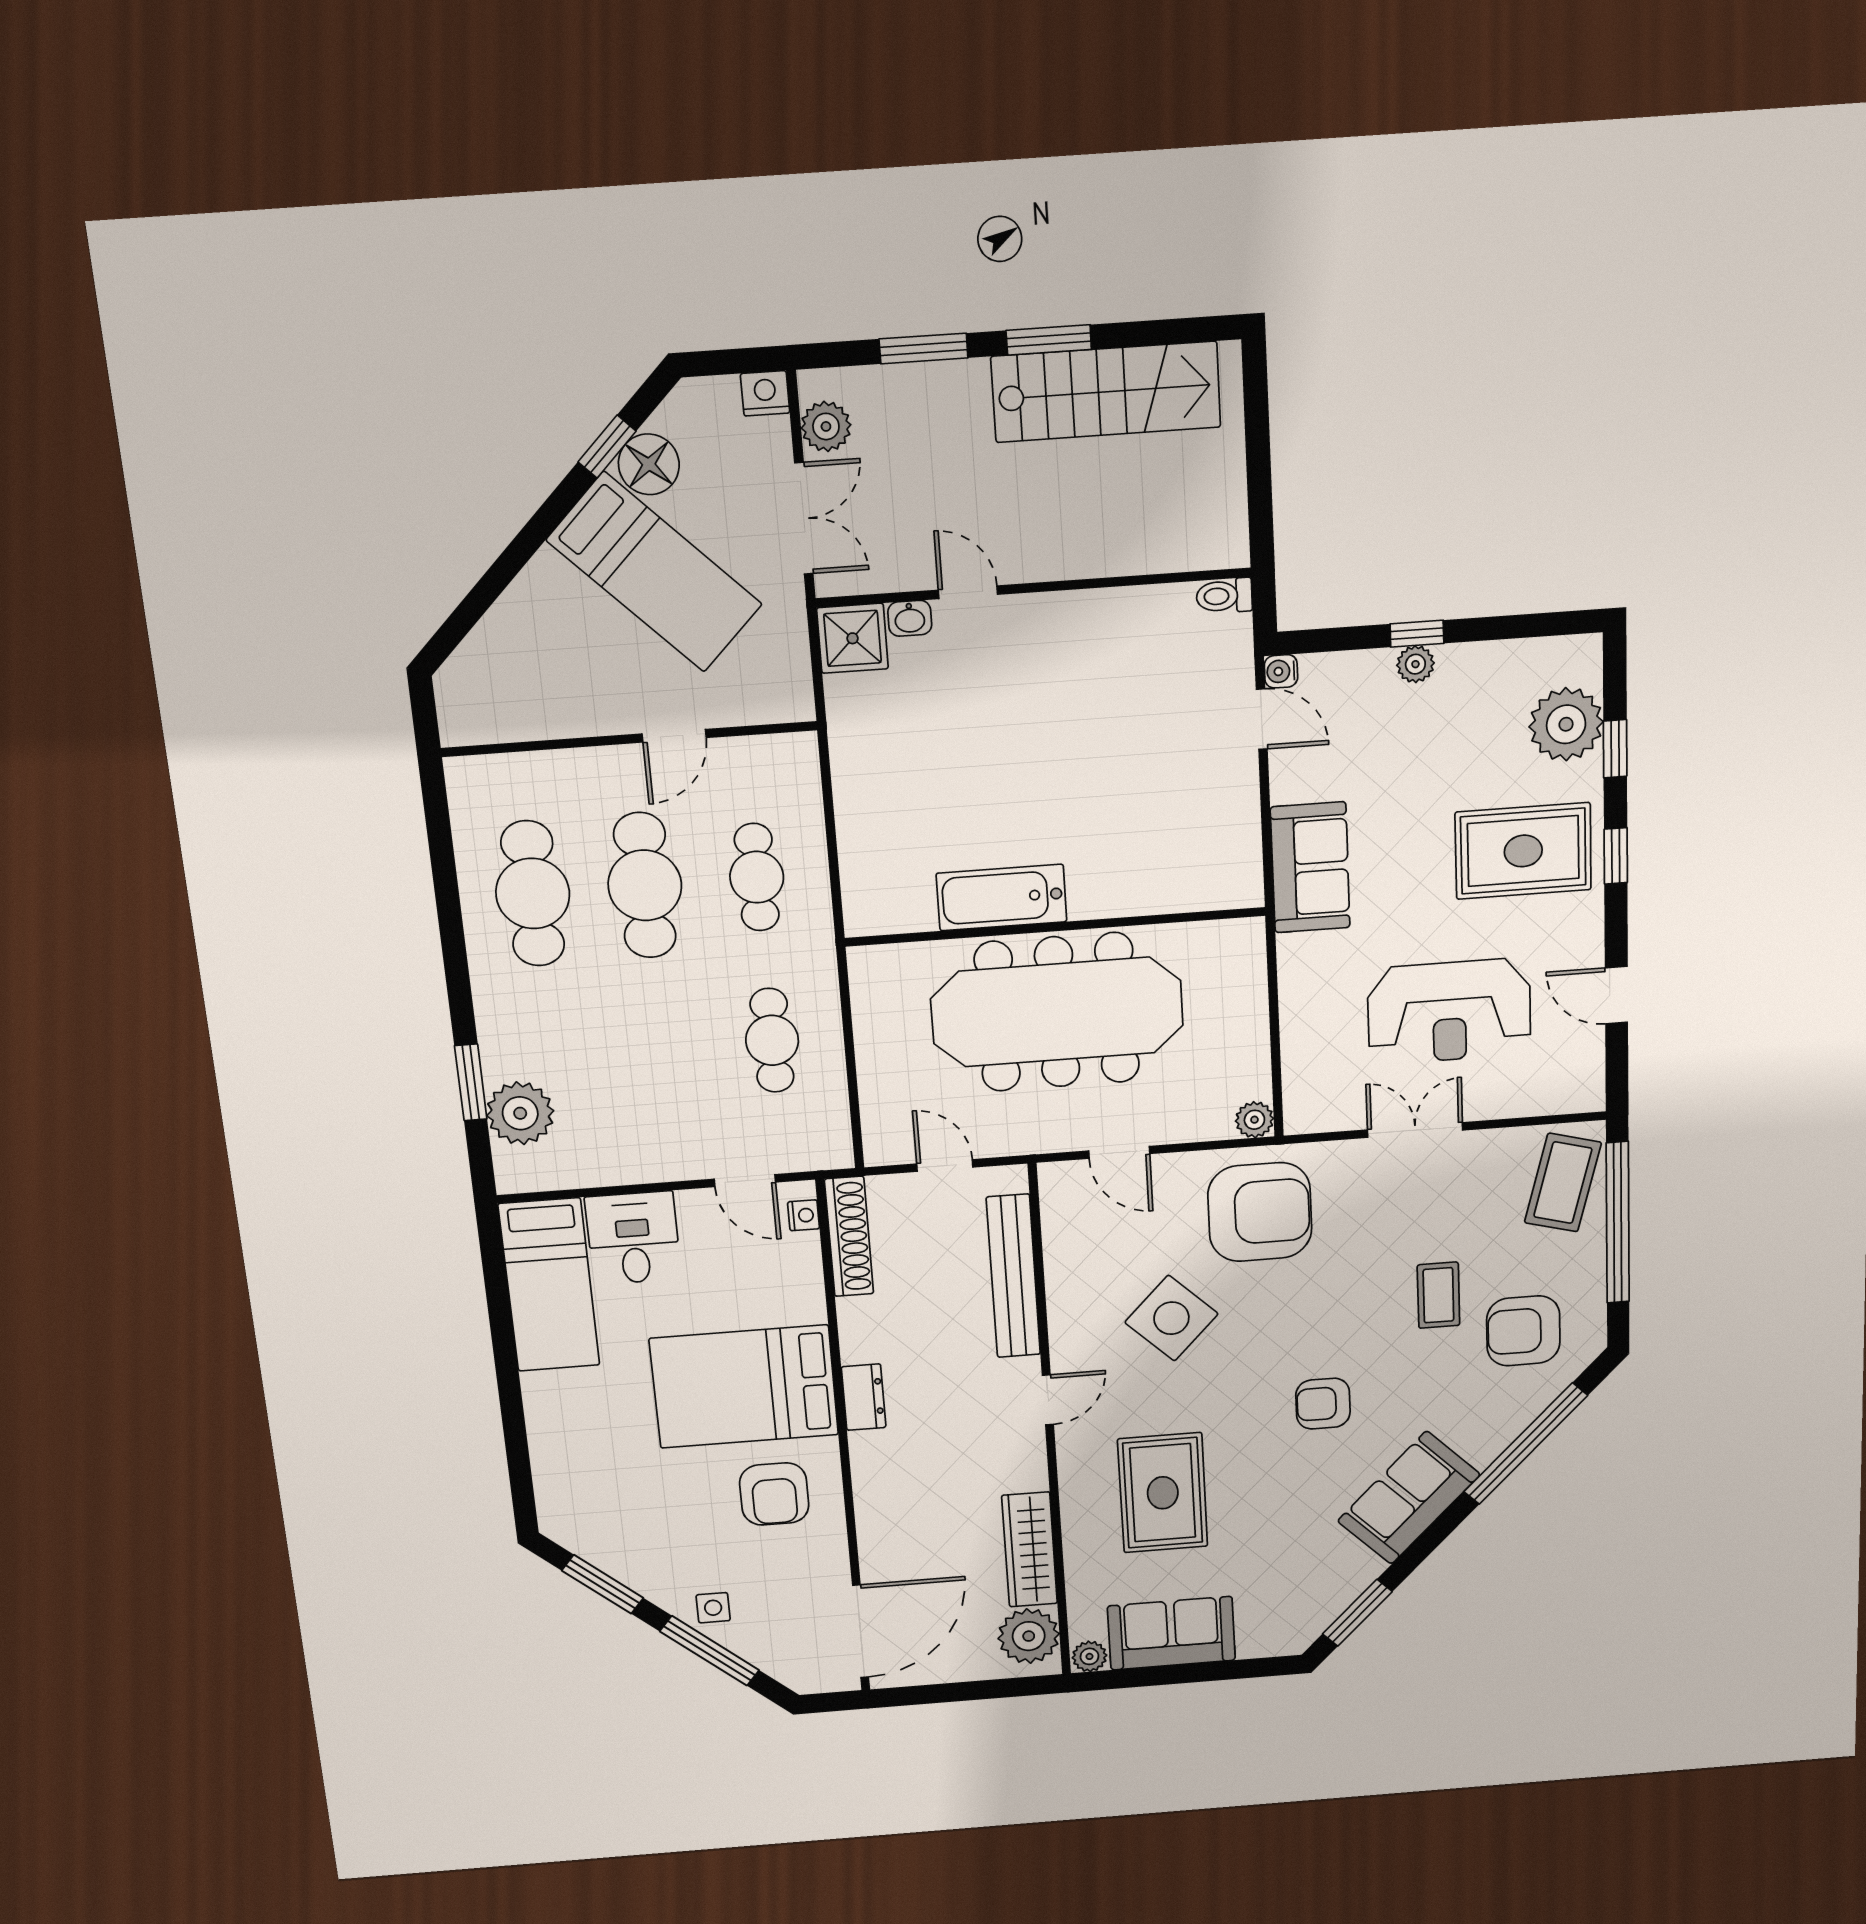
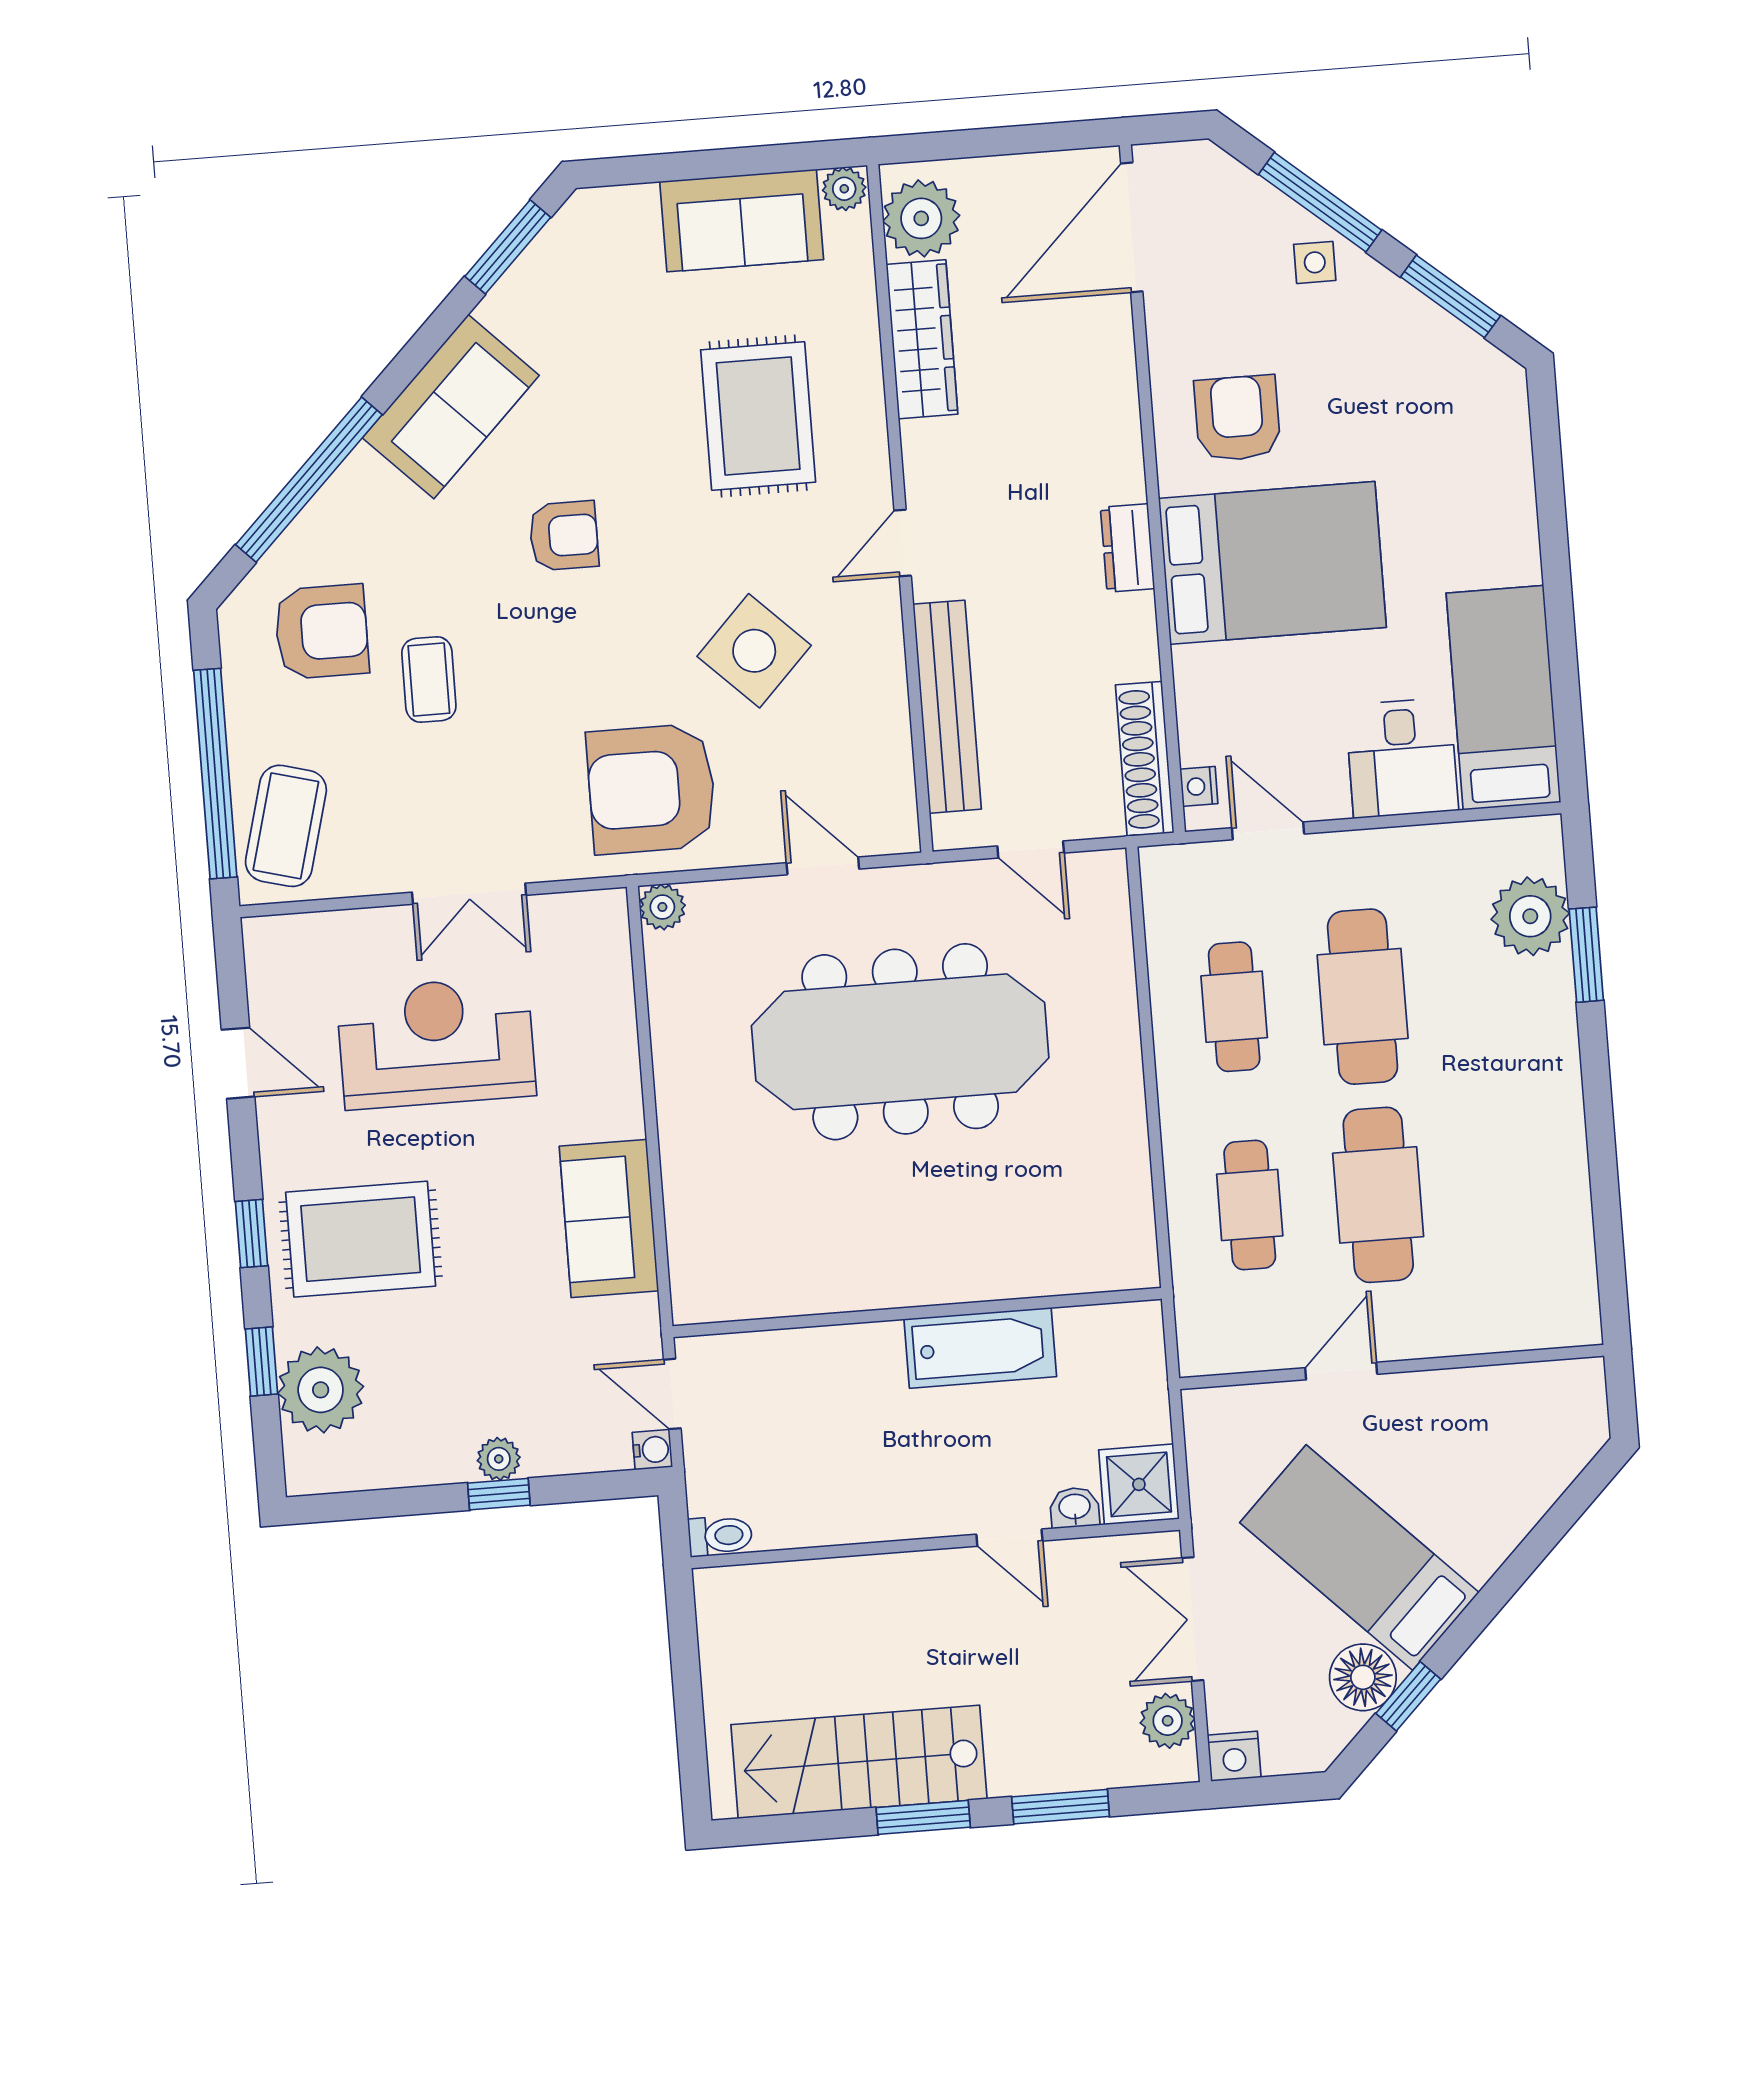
cafe table: (533, 894) -> (1363, 997), moved
bathtub: (1002, 898) -> (980, 1348), moved
wall: (1055, 927) -> (917, 1312), moved

